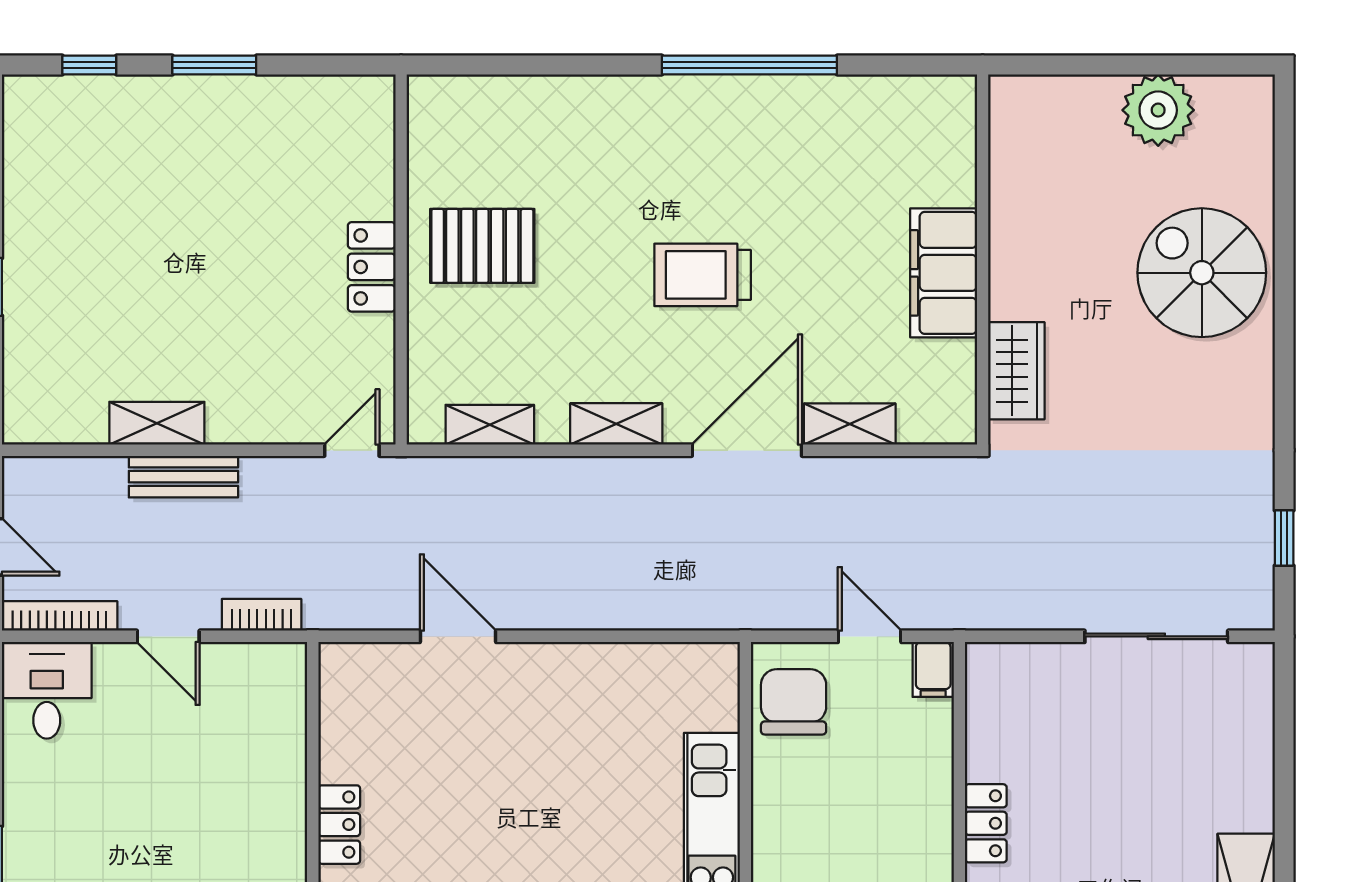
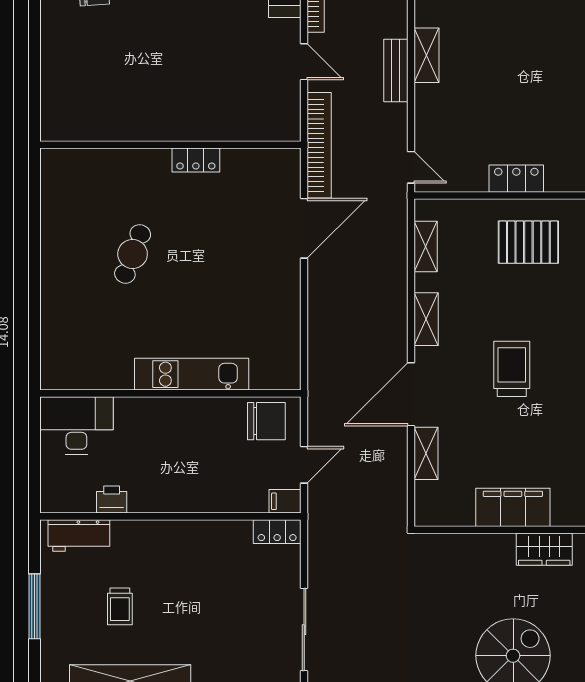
pallet: (482, 246) -> (528, 242), turned 90
wardrobe: (1016, 371) -> (544, 549), moved
door: (747, 450) -> (411, 394), swing flipped
bookcase: (262, 615) -> (319, 145), width x2.31, depth x1.31
door: (168, 636) -> (304, 62), swing flipped
door: (458, 636) -> (304, 228), width x1.36
locker: (986, 823) -> (277, 532), moved

